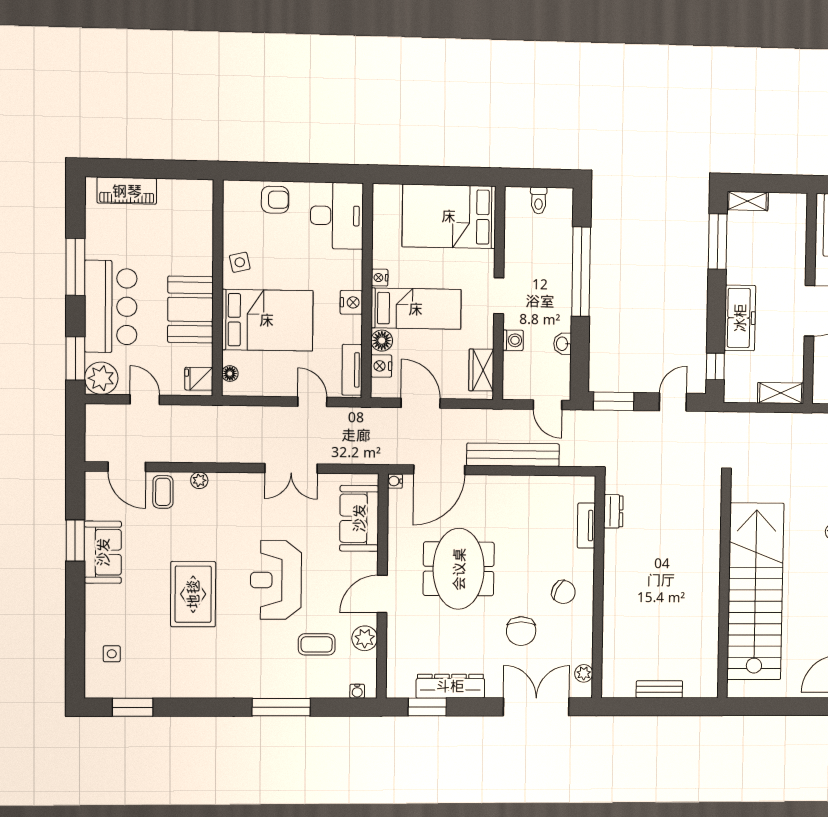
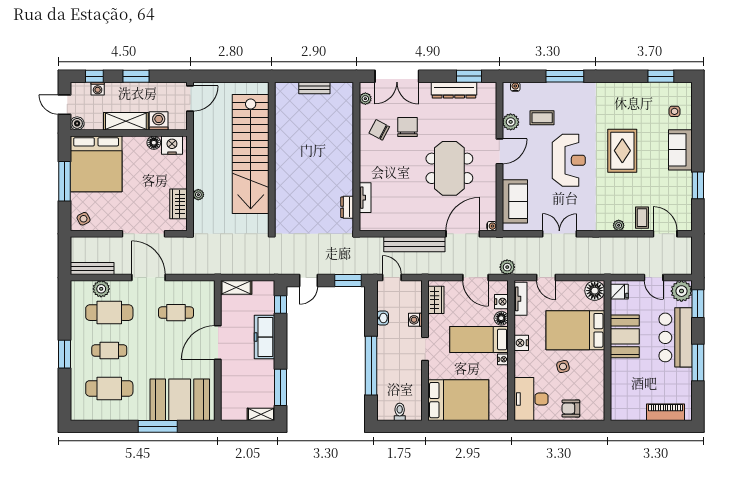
side table: (240, 262) -> (563, 367), moved
floor lamp: (230, 374) -> (595, 291), width x1.89, depth x1.89
plant: (372, 418) -> (507, 267), added
sofa: (103, 552) -> (680, 150), moved
chair: (563, 592) -> (379, 130), moved

